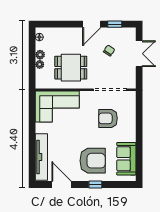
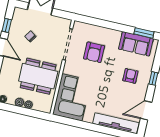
dining table: (71, 68) -> (38, 76), width x1.37
armchair: (93, 161) -> (130, 76), width x0.53, depth x0.53
window: (139, 164) -> (144, 33), added

